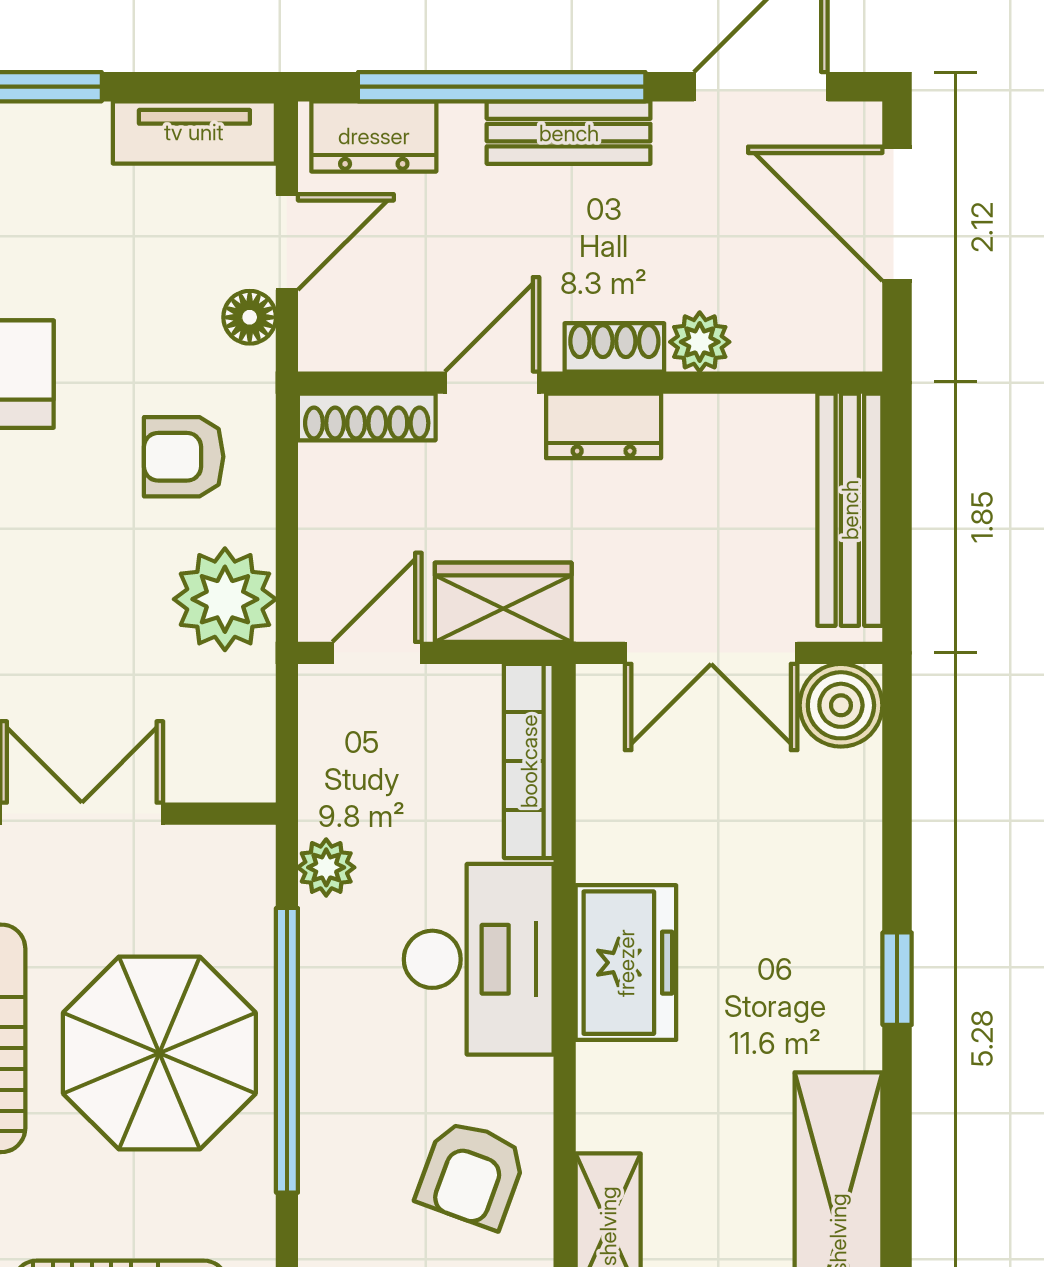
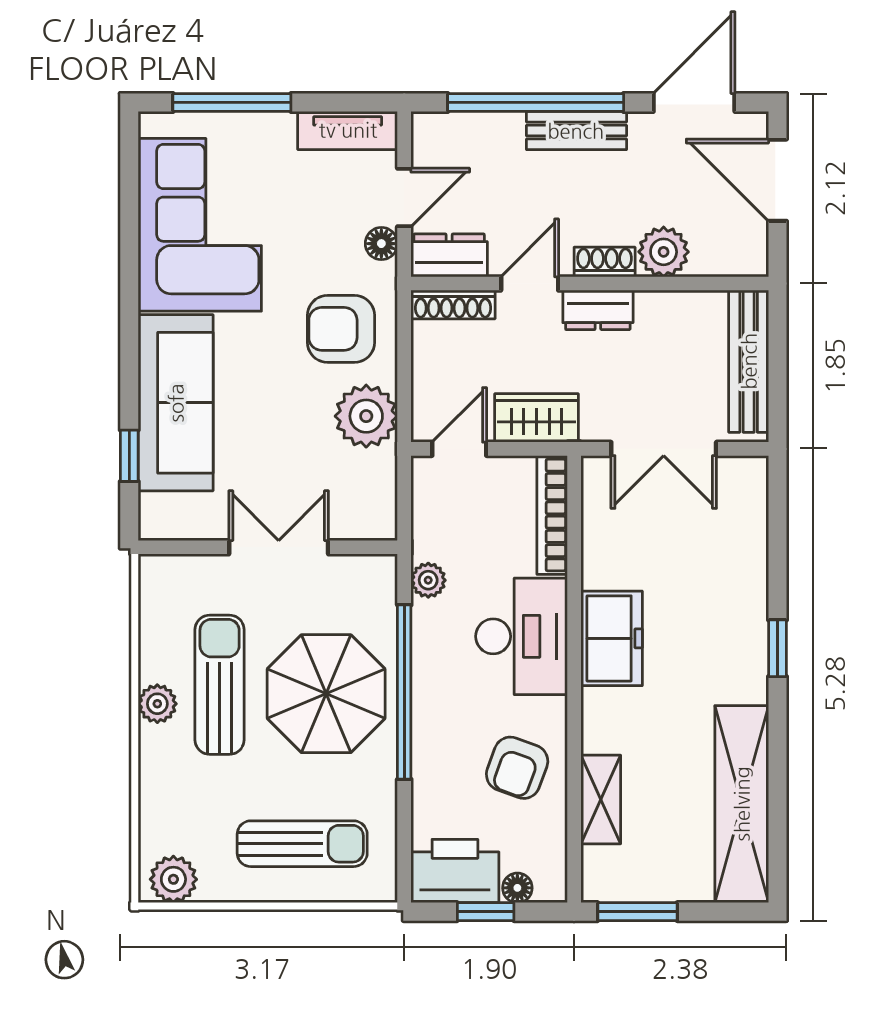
dresser: (374, 136) -> (449, 255), moved, turned 180
plant: (700, 342) -> (664, 252), width x1.38, depth x1.38
armchair: (184, 457) -> (341, 329), width x1.38, depth x1.38
boiler: (841, 705) -> (743, 481), removed

